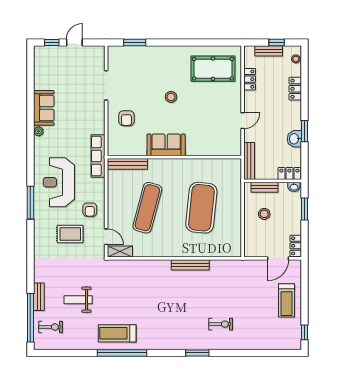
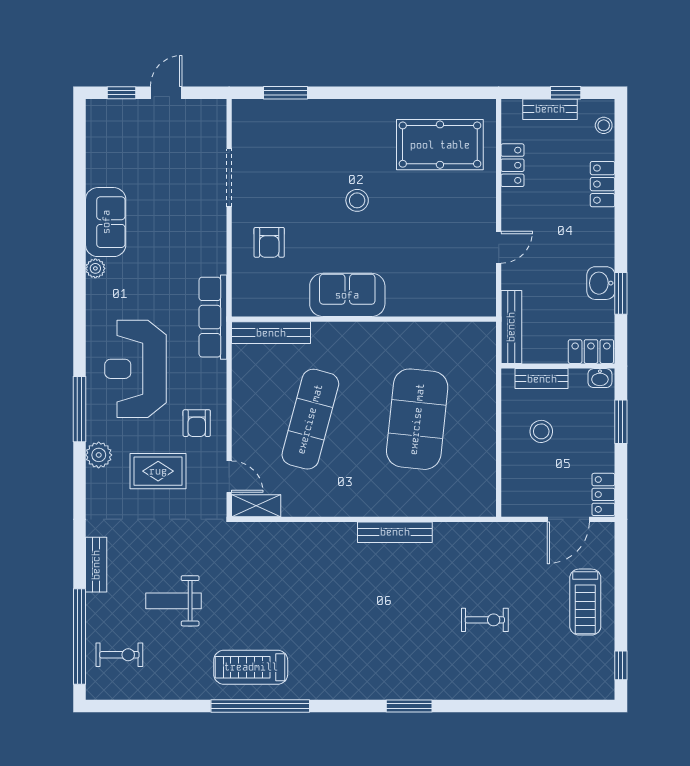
window: (305, 131) -> (621, 293), moved
plant: (40, 226) -> (99, 455), added
bench: (39, 297) -> (96, 565), moved
exercise bike: (221, 324) -> (485, 620), moved

